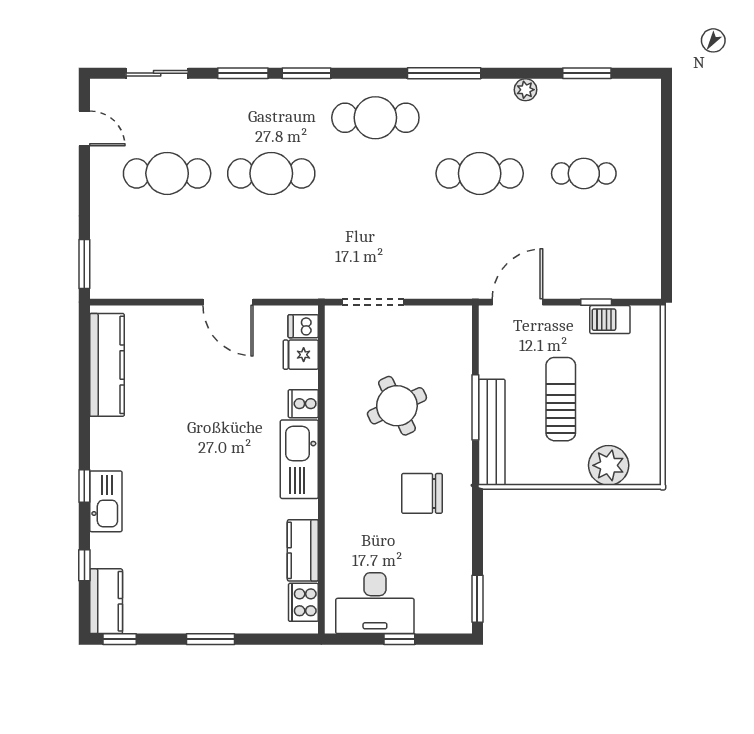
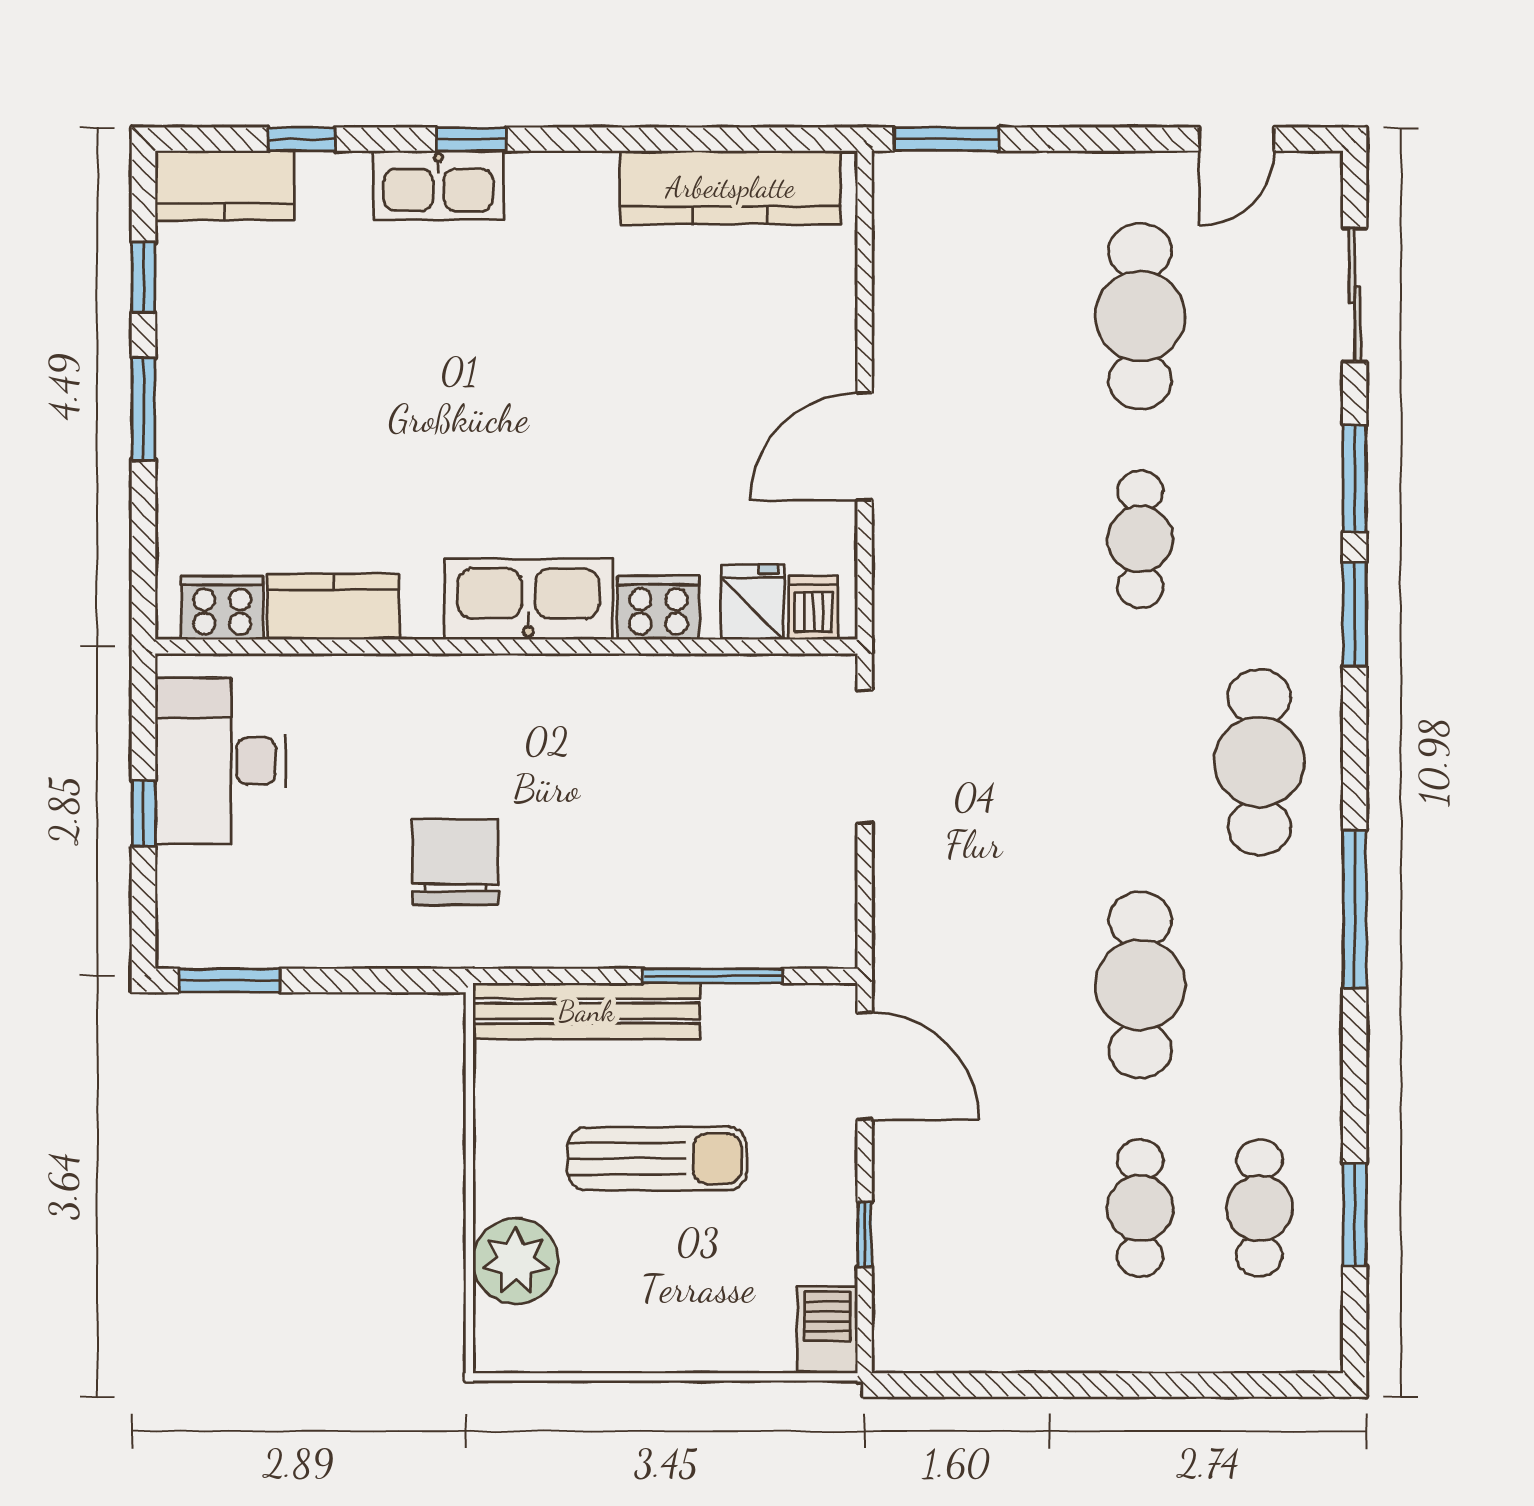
plant: (525, 90) -> (1319, 1083), removed
cafe table: (584, 118) -> (1259, 1208), added
cafe table: (271, 173) -> (1140, 539), width x0.73, depth x0.74
barbecue: (610, 320) -> (827, 1329), moved
cooker: (303, 404) -> (658, 608), width x1.36
round table: (397, 406) -> (643, 808), removed
window: (475, 407) -> (713, 976), moved
window: (120, 639) -> (143, 277), moved

